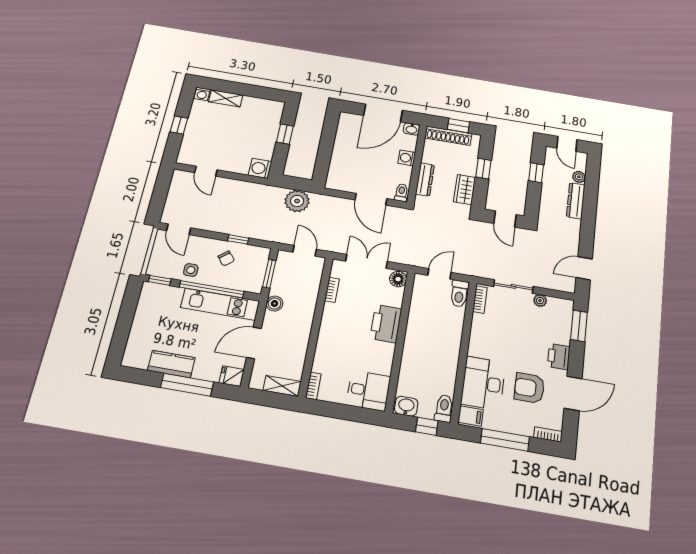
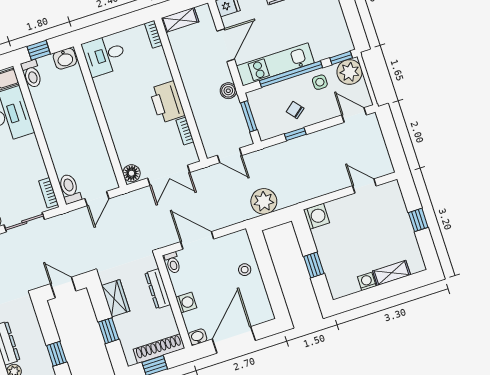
washing machine: (202, 94) -> (367, 281), moved
stool: (344, 158) -> (245, 270), added
plant: (160, 265) -> (350, 72), added
printer: (386, 324) -> (167, 102), moved, turned 180

